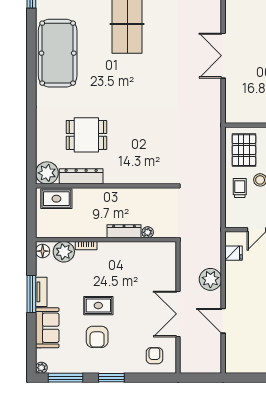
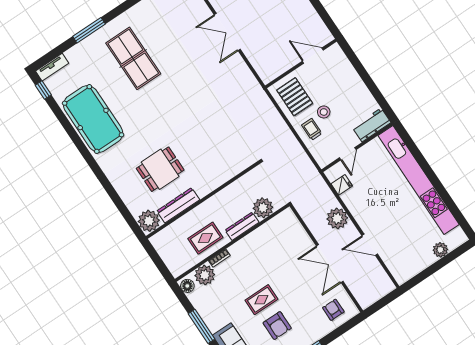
rug: (56, 199) -> (205, 238), moved
plant: (148, 232) -> (263, 208), width x1.88, depth x1.88
tv unit: (41, 292) -> (208, 319), removed

